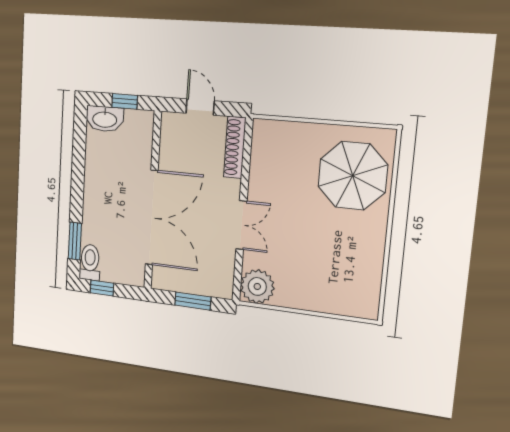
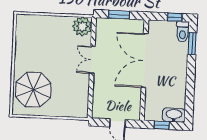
shoe rack: (235, 147) -> (97, 102), removed

